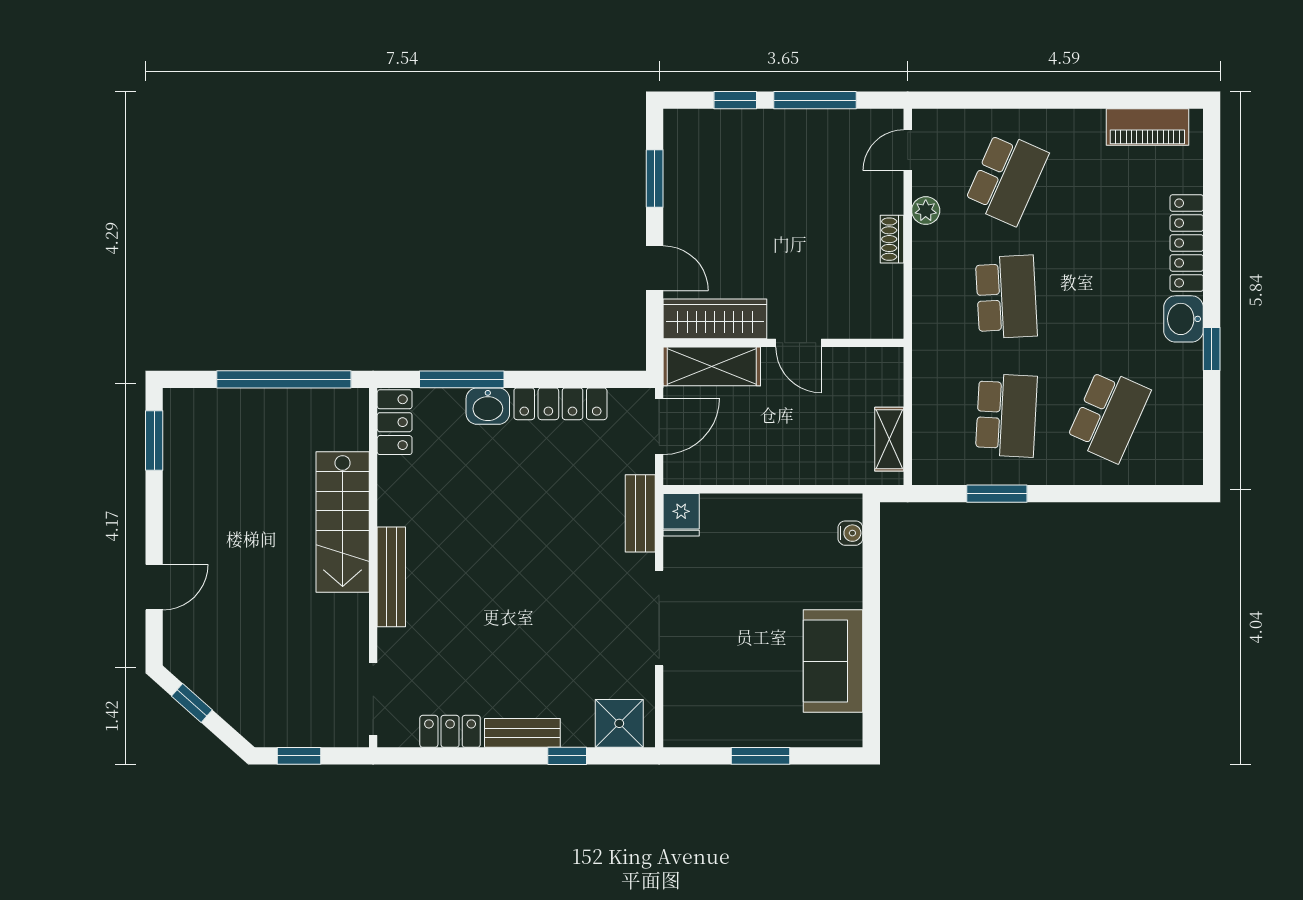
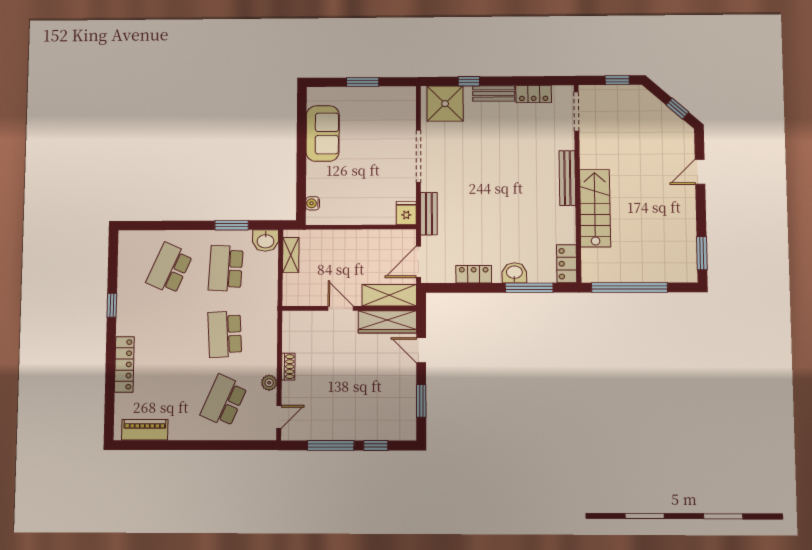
washbasin: (1183, 319) -> (266, 241), moved, turned 90
locker: (560, 404) -> (474, 274), width x0.66
shower: (619, 723) -> (445, 104), width x1.36, depth x1.36

